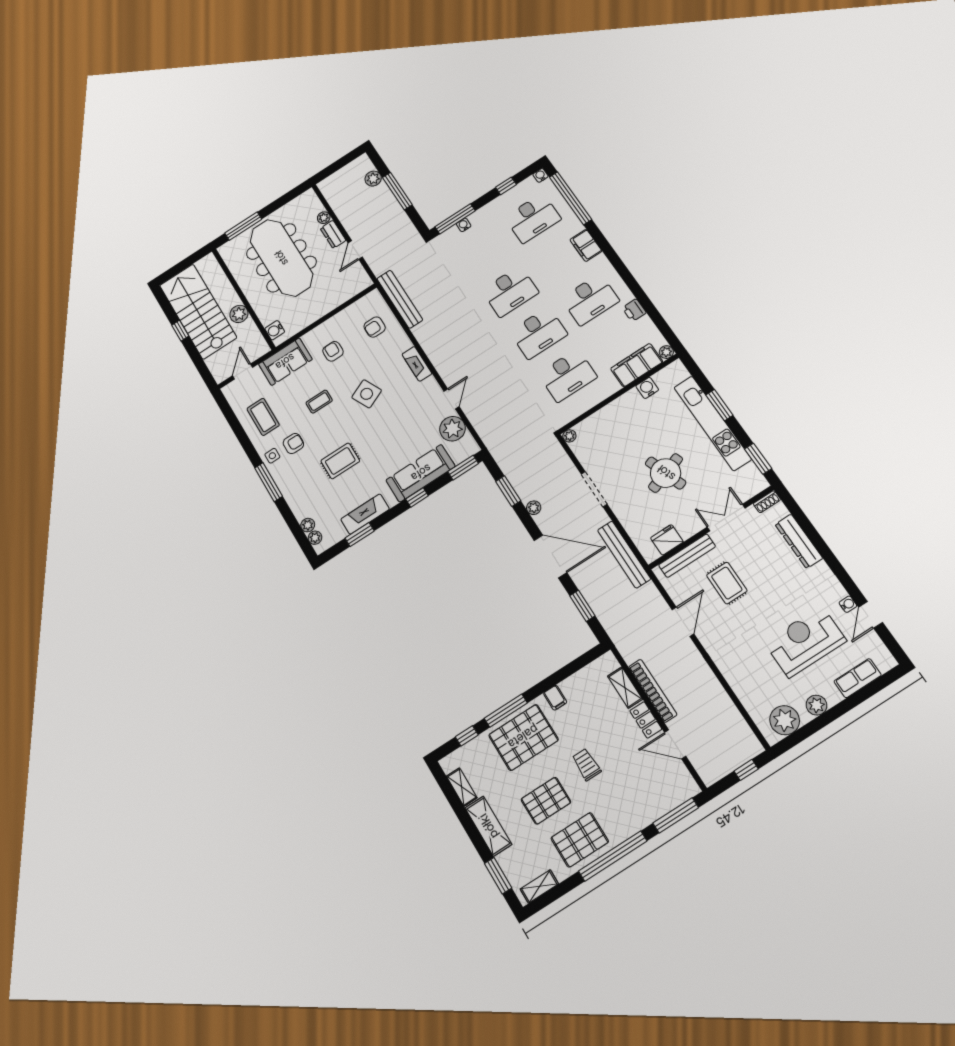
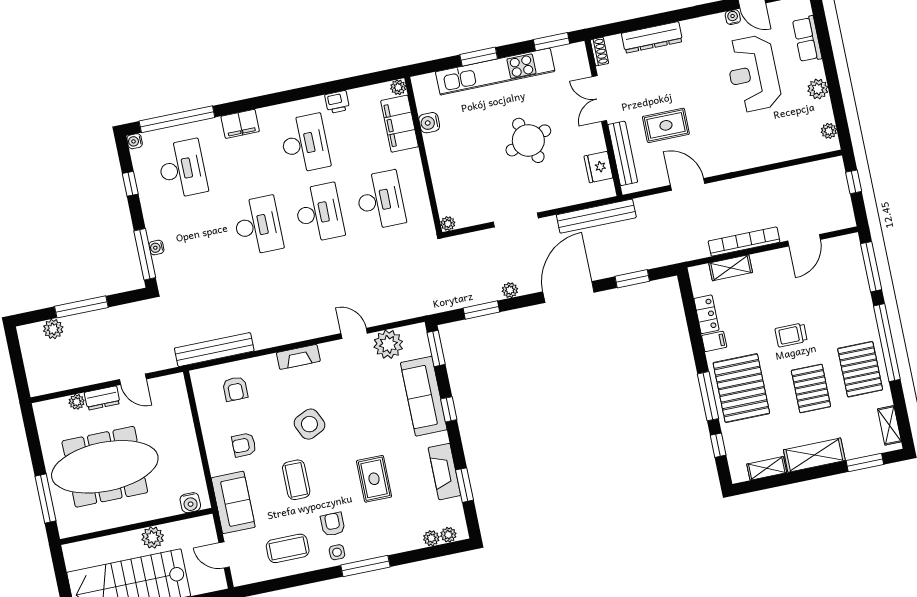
coffee table: (319, 402) -> (296, 480), width x1.36, depth x1.30
locker: (646, 720) -> (706, 314), moved, turned -90
plant: (785, 720) -> (829, 131), width x0.53, depth x0.53

